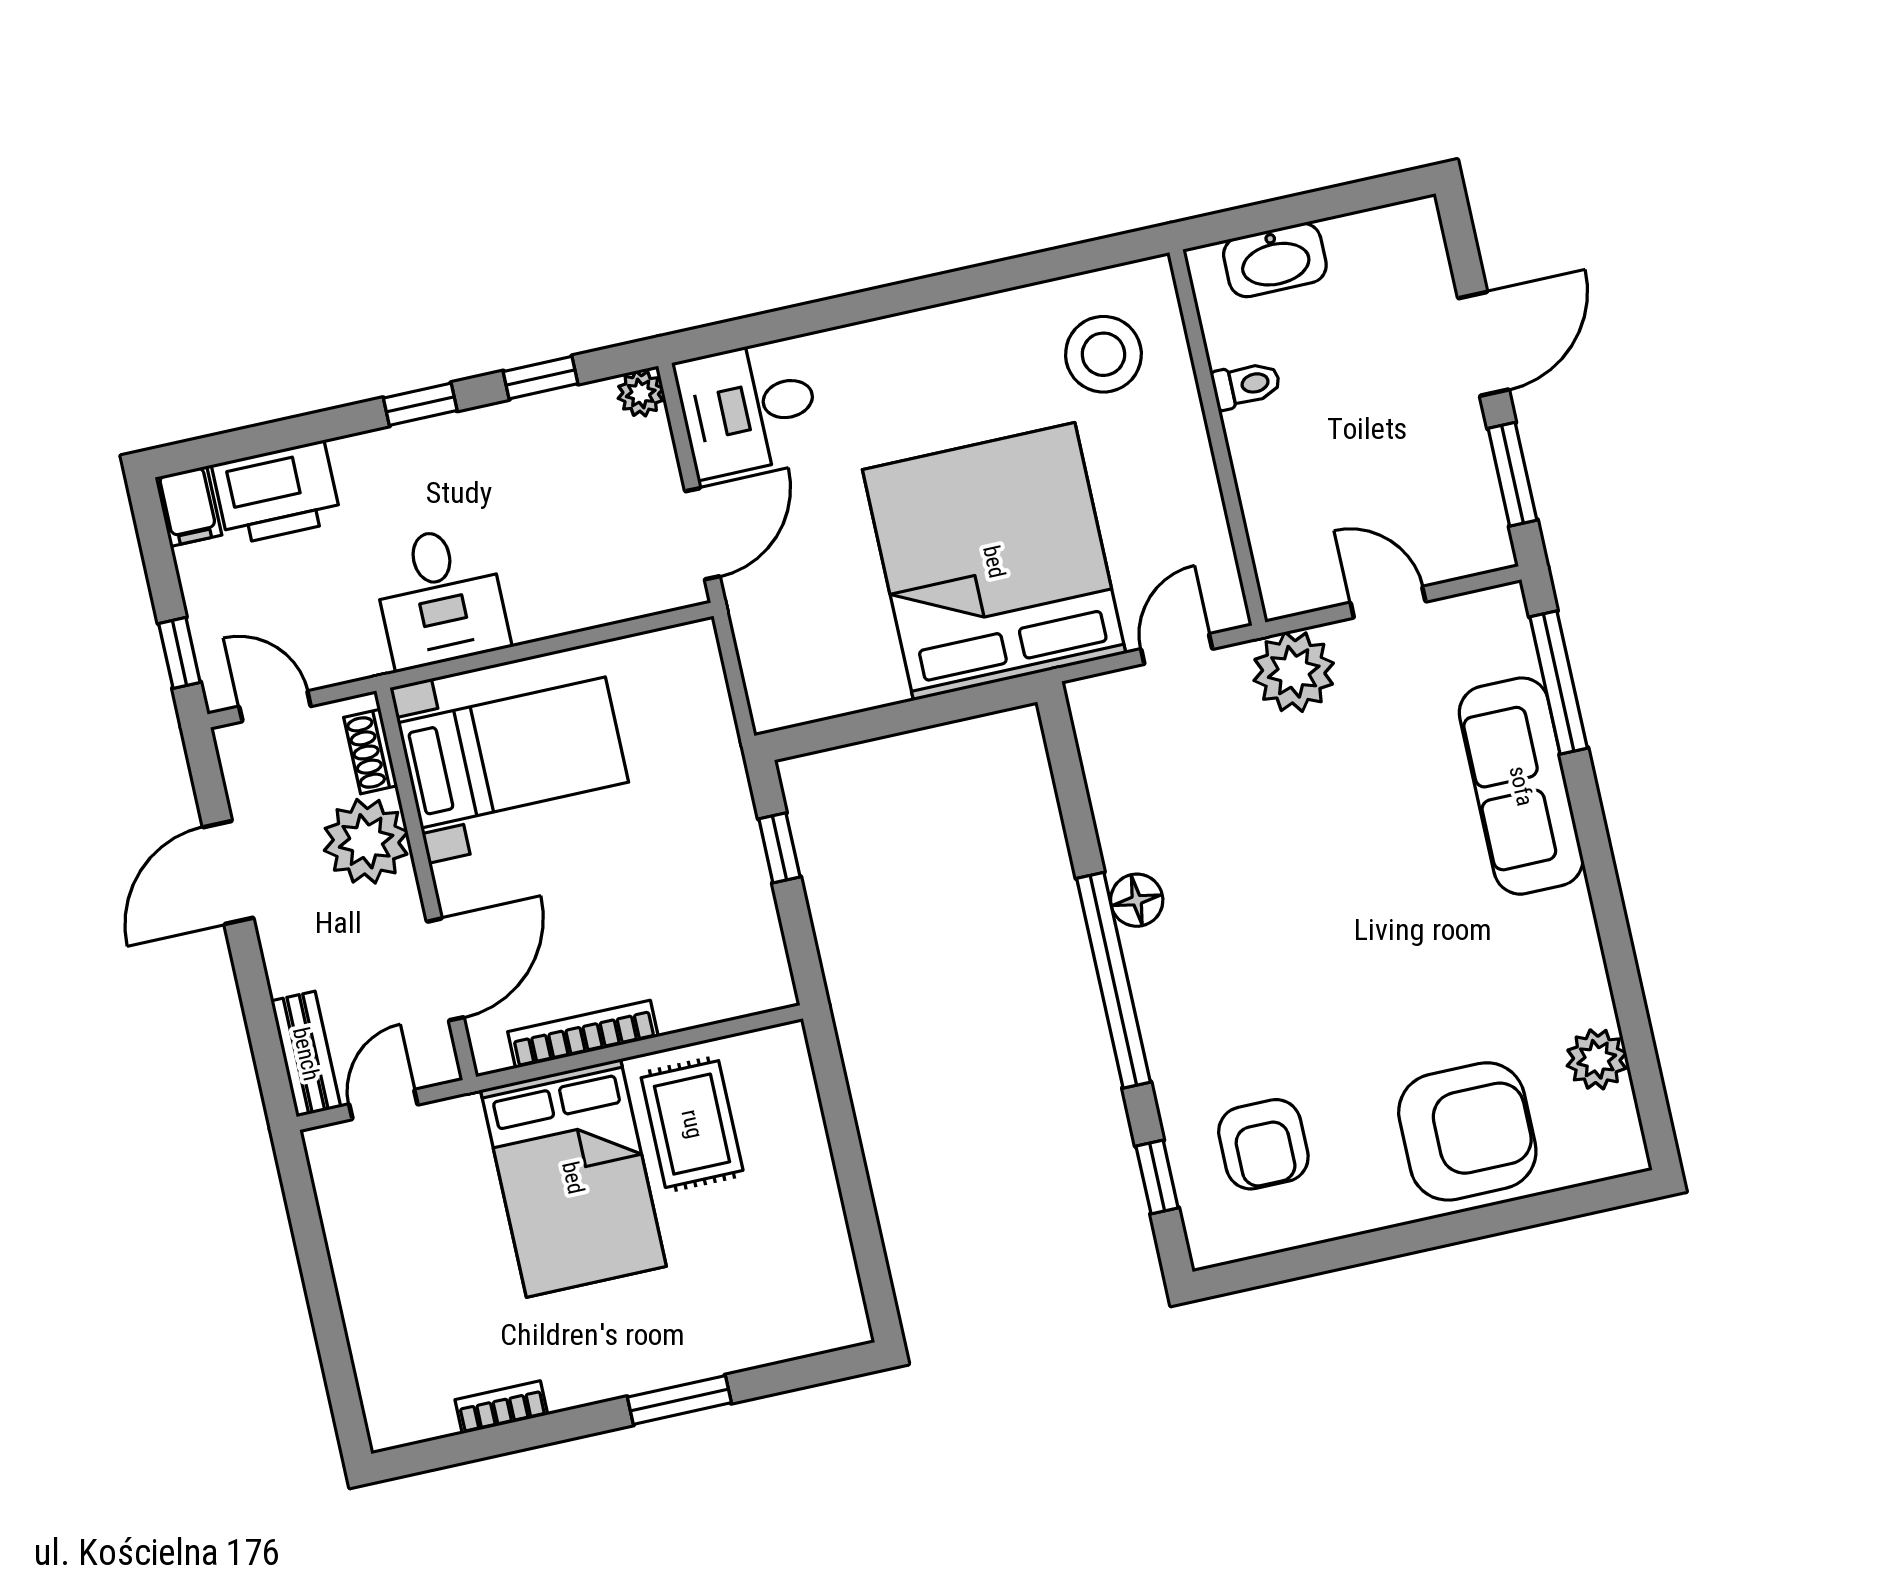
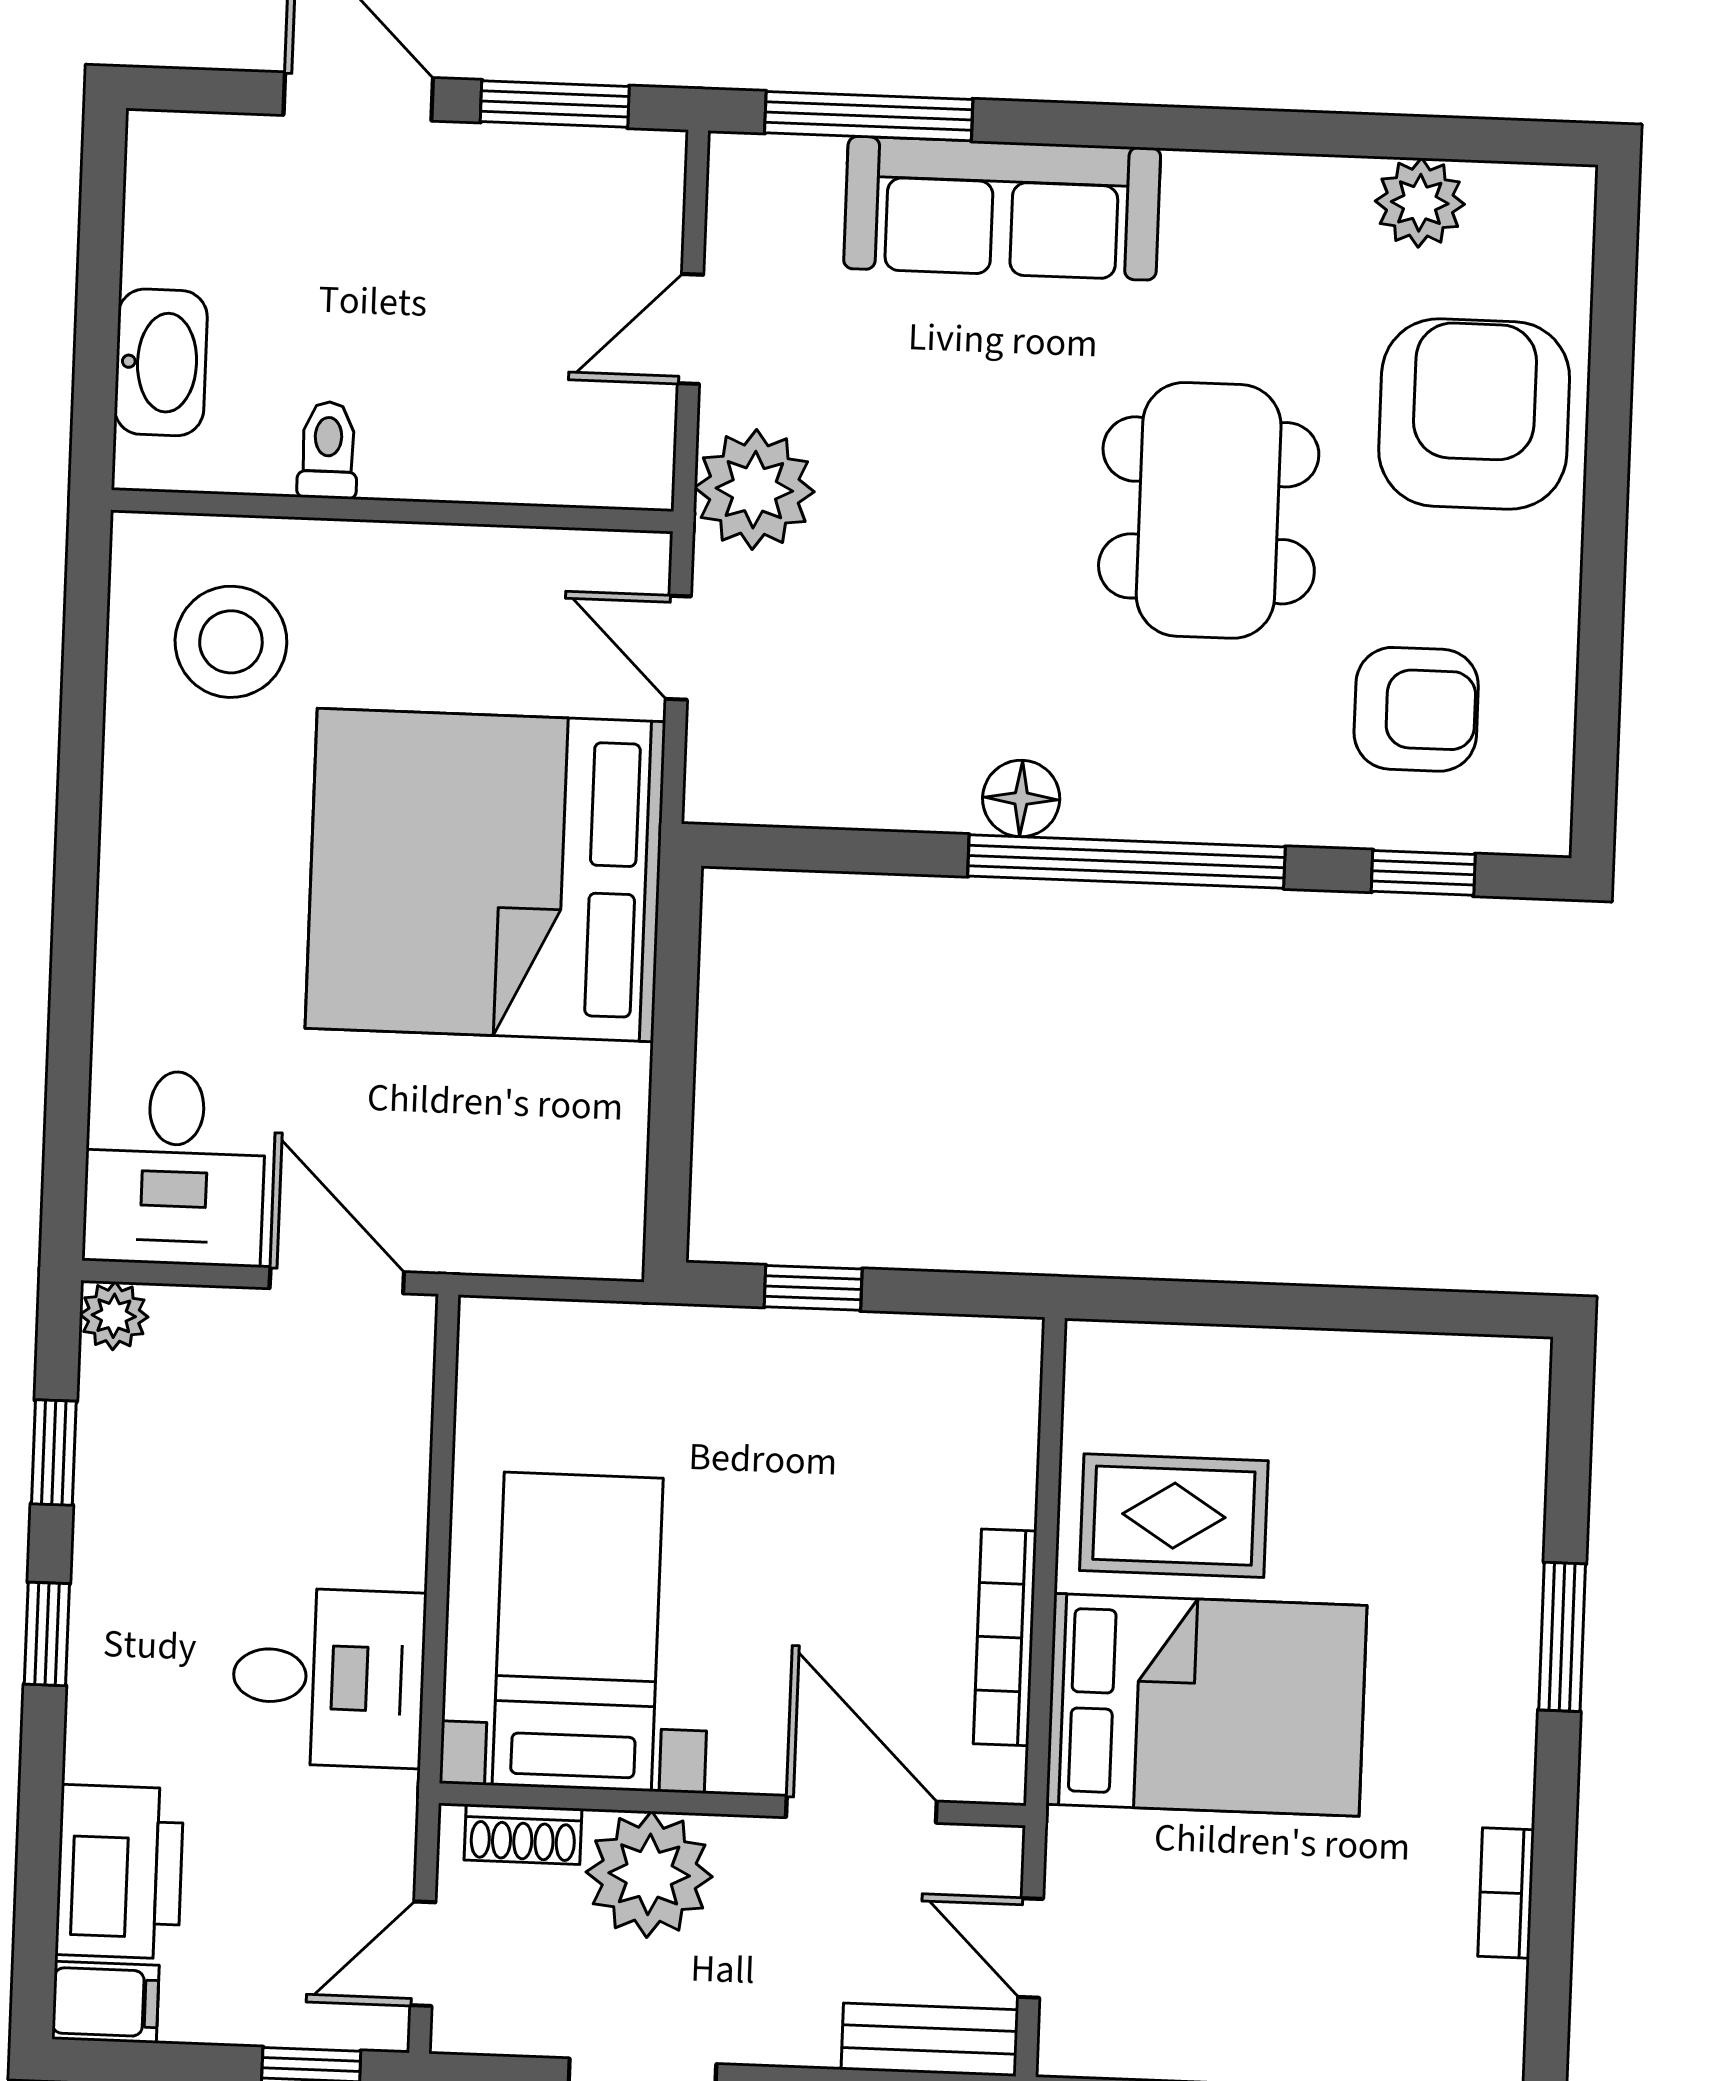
dining table: (1358, 974) -> (1209, 510), added

